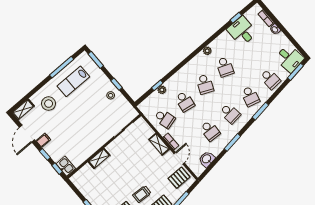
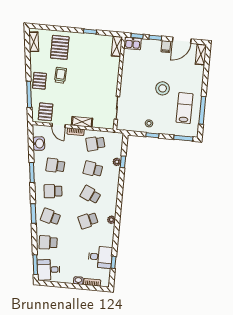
school desk: (225, 67) -> (88, 220), turned -45
stool: (49, 104) -> (163, 88), moved
door: (27, 134) -> (182, 40), swing flipped
shelving: (99, 158) -> (117, 46), moved

